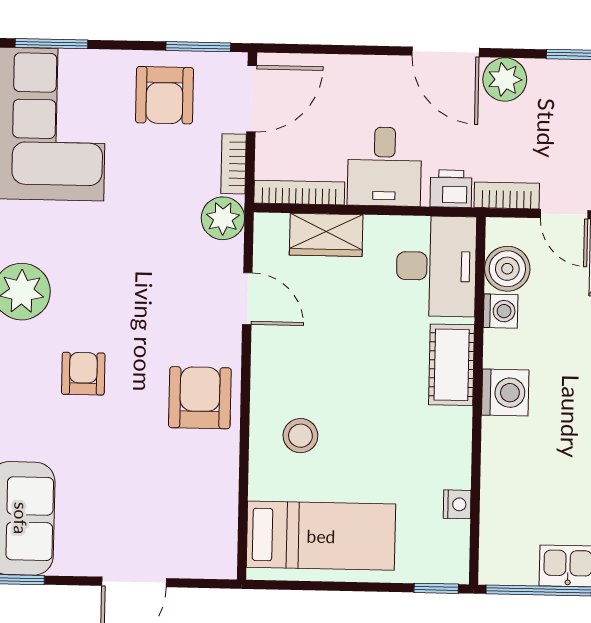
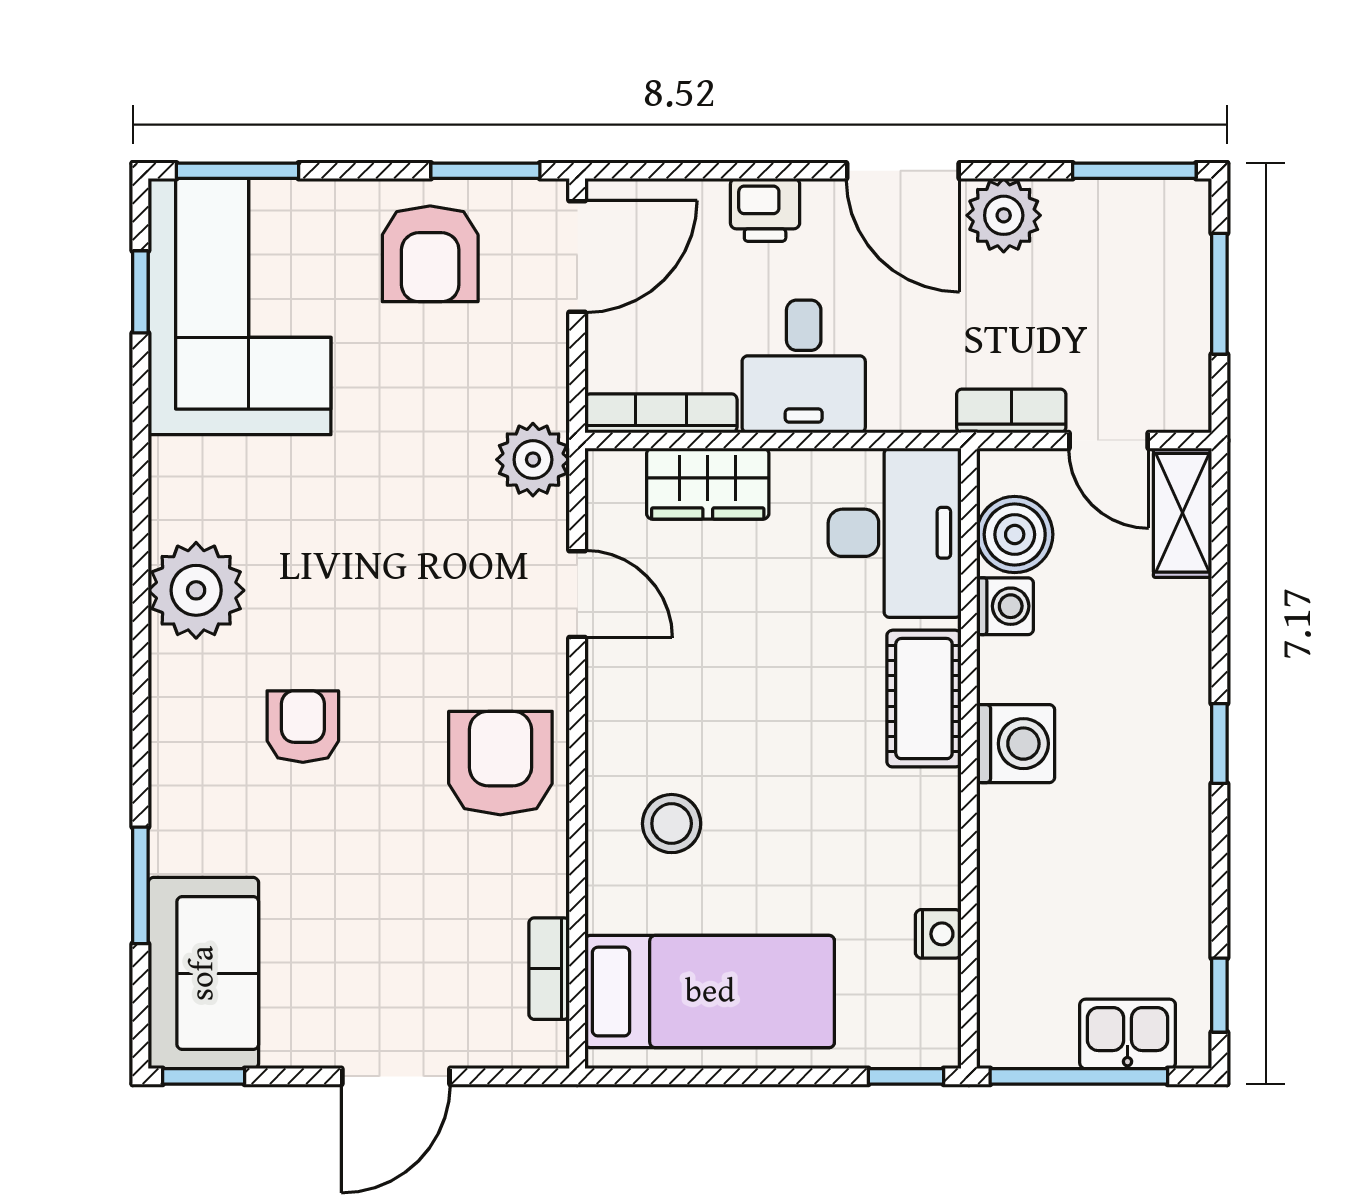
bookcase: (234, 164) -> (549, 969), moved
printer: (451, 189) -> (765, 210), moved, turned 180

